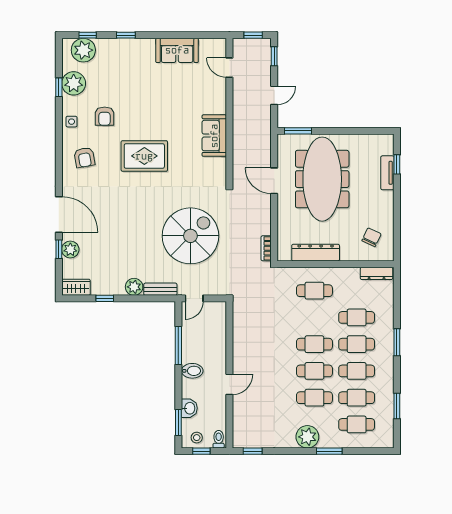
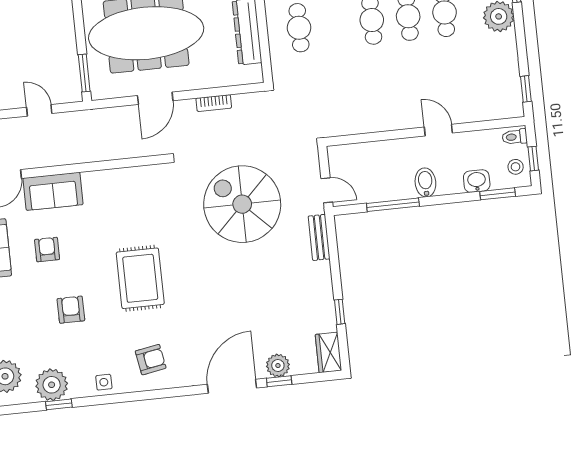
armchair: (172, 90) -> (47, 249), added
armchair: (105, 116) -> (71, 310), moved, turned -90
sofa: (214, 136) -> (53, 191), moved
bookcase: (266, 248) -> (214, 103), moved
plant: (134, 287) -> (320, 274), removed

